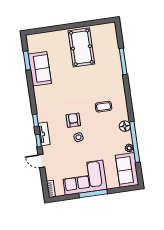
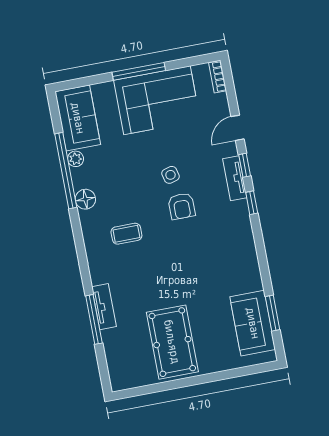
tv unit: (117, 68) -> (104, 307), added
sofa: (40, 69) -> (253, 323), moved
door: (41, 161) -> (238, 128), swing flipped

